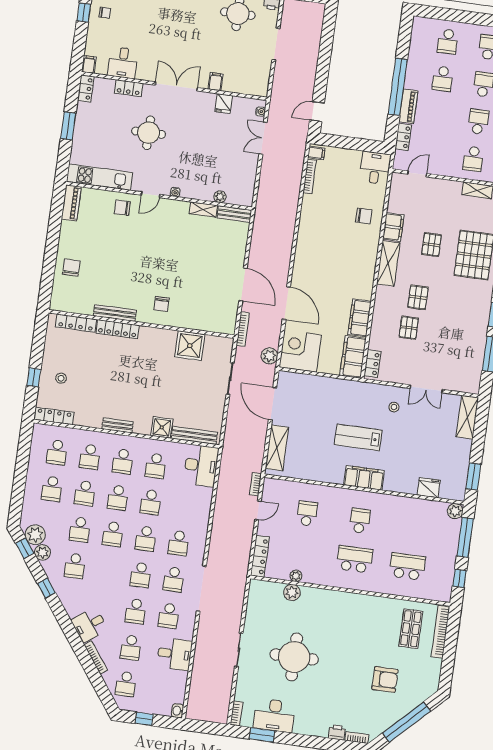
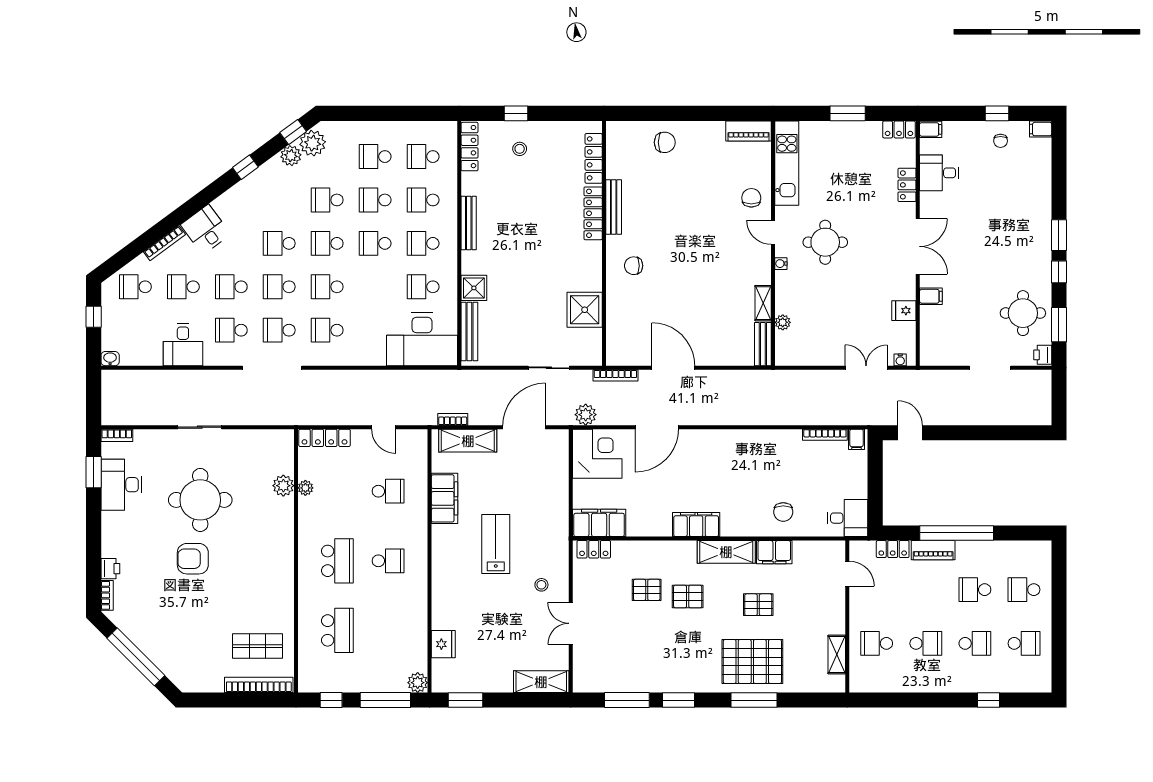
round table: (149, 133) -> (825, 242), moved
door: (243, 284) -> (673, 368), swing flipped
filing cabinet: (360, 318) -> (696, 524), moved
bench: (117, 425) -> (469, 223), width x1.36
desk: (201, 466) -> (422, 339), width x1.36, depth x1.30
filing cabinet: (364, 478) -> (445, 498), moved
bookcase: (256, 484) -> (453, 419), moved
school desk: (151, 502) -> (375, 287), removed
school desk: (75, 566) -> (279, 243), moved
armchair: (385, 679) -> (193, 559), moved, turned 90

